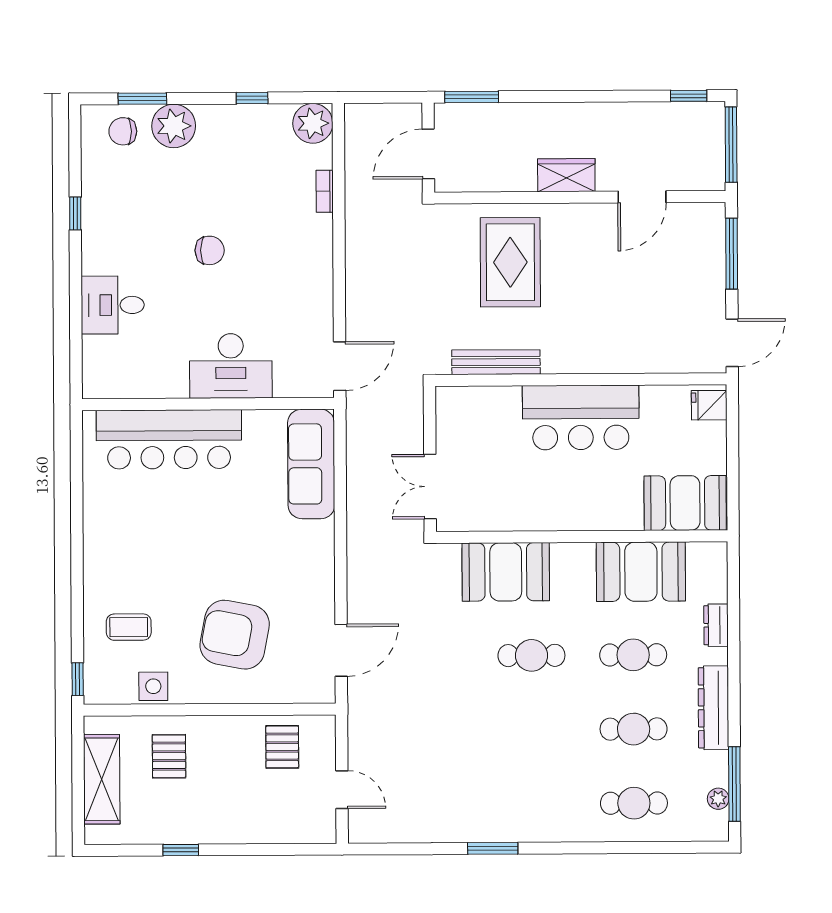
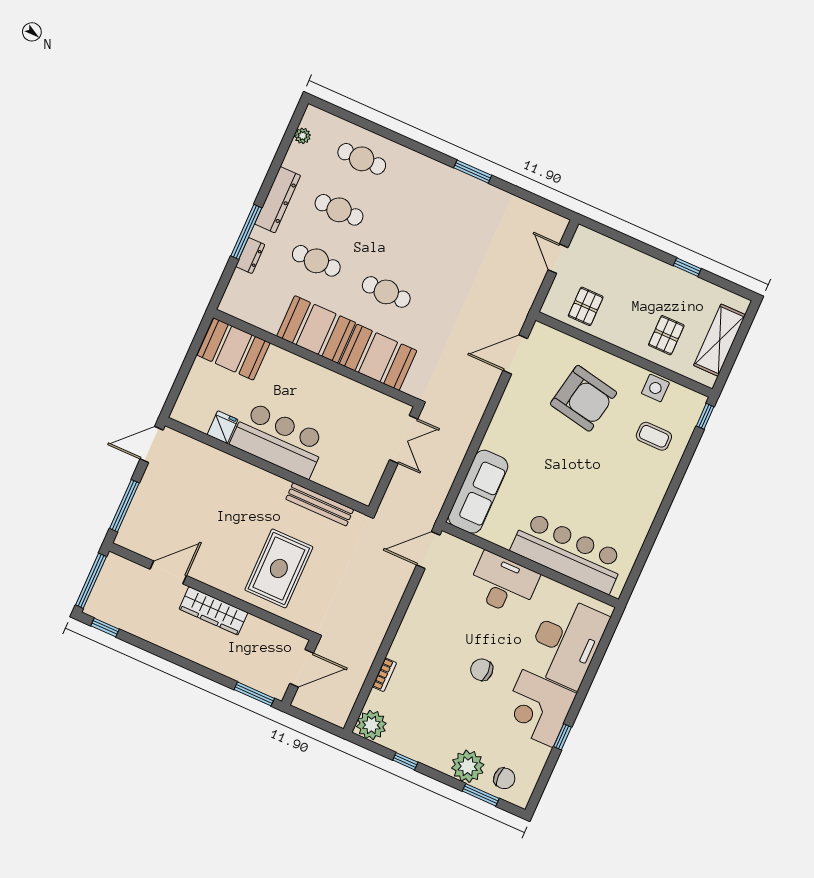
wardrobe: (566, 175) -> (213, 611), width x1.50
corner desk: (121, 234) -> (538, 709), added
desk: (113, 305) -> (566, 642), width x1.87, depth x1.30
fridge: (709, 405) -> (223, 427), moved, turned -90
booth: (641, 572) -> (316, 329), moved
window: (734, 784) -> (246, 232), moved

